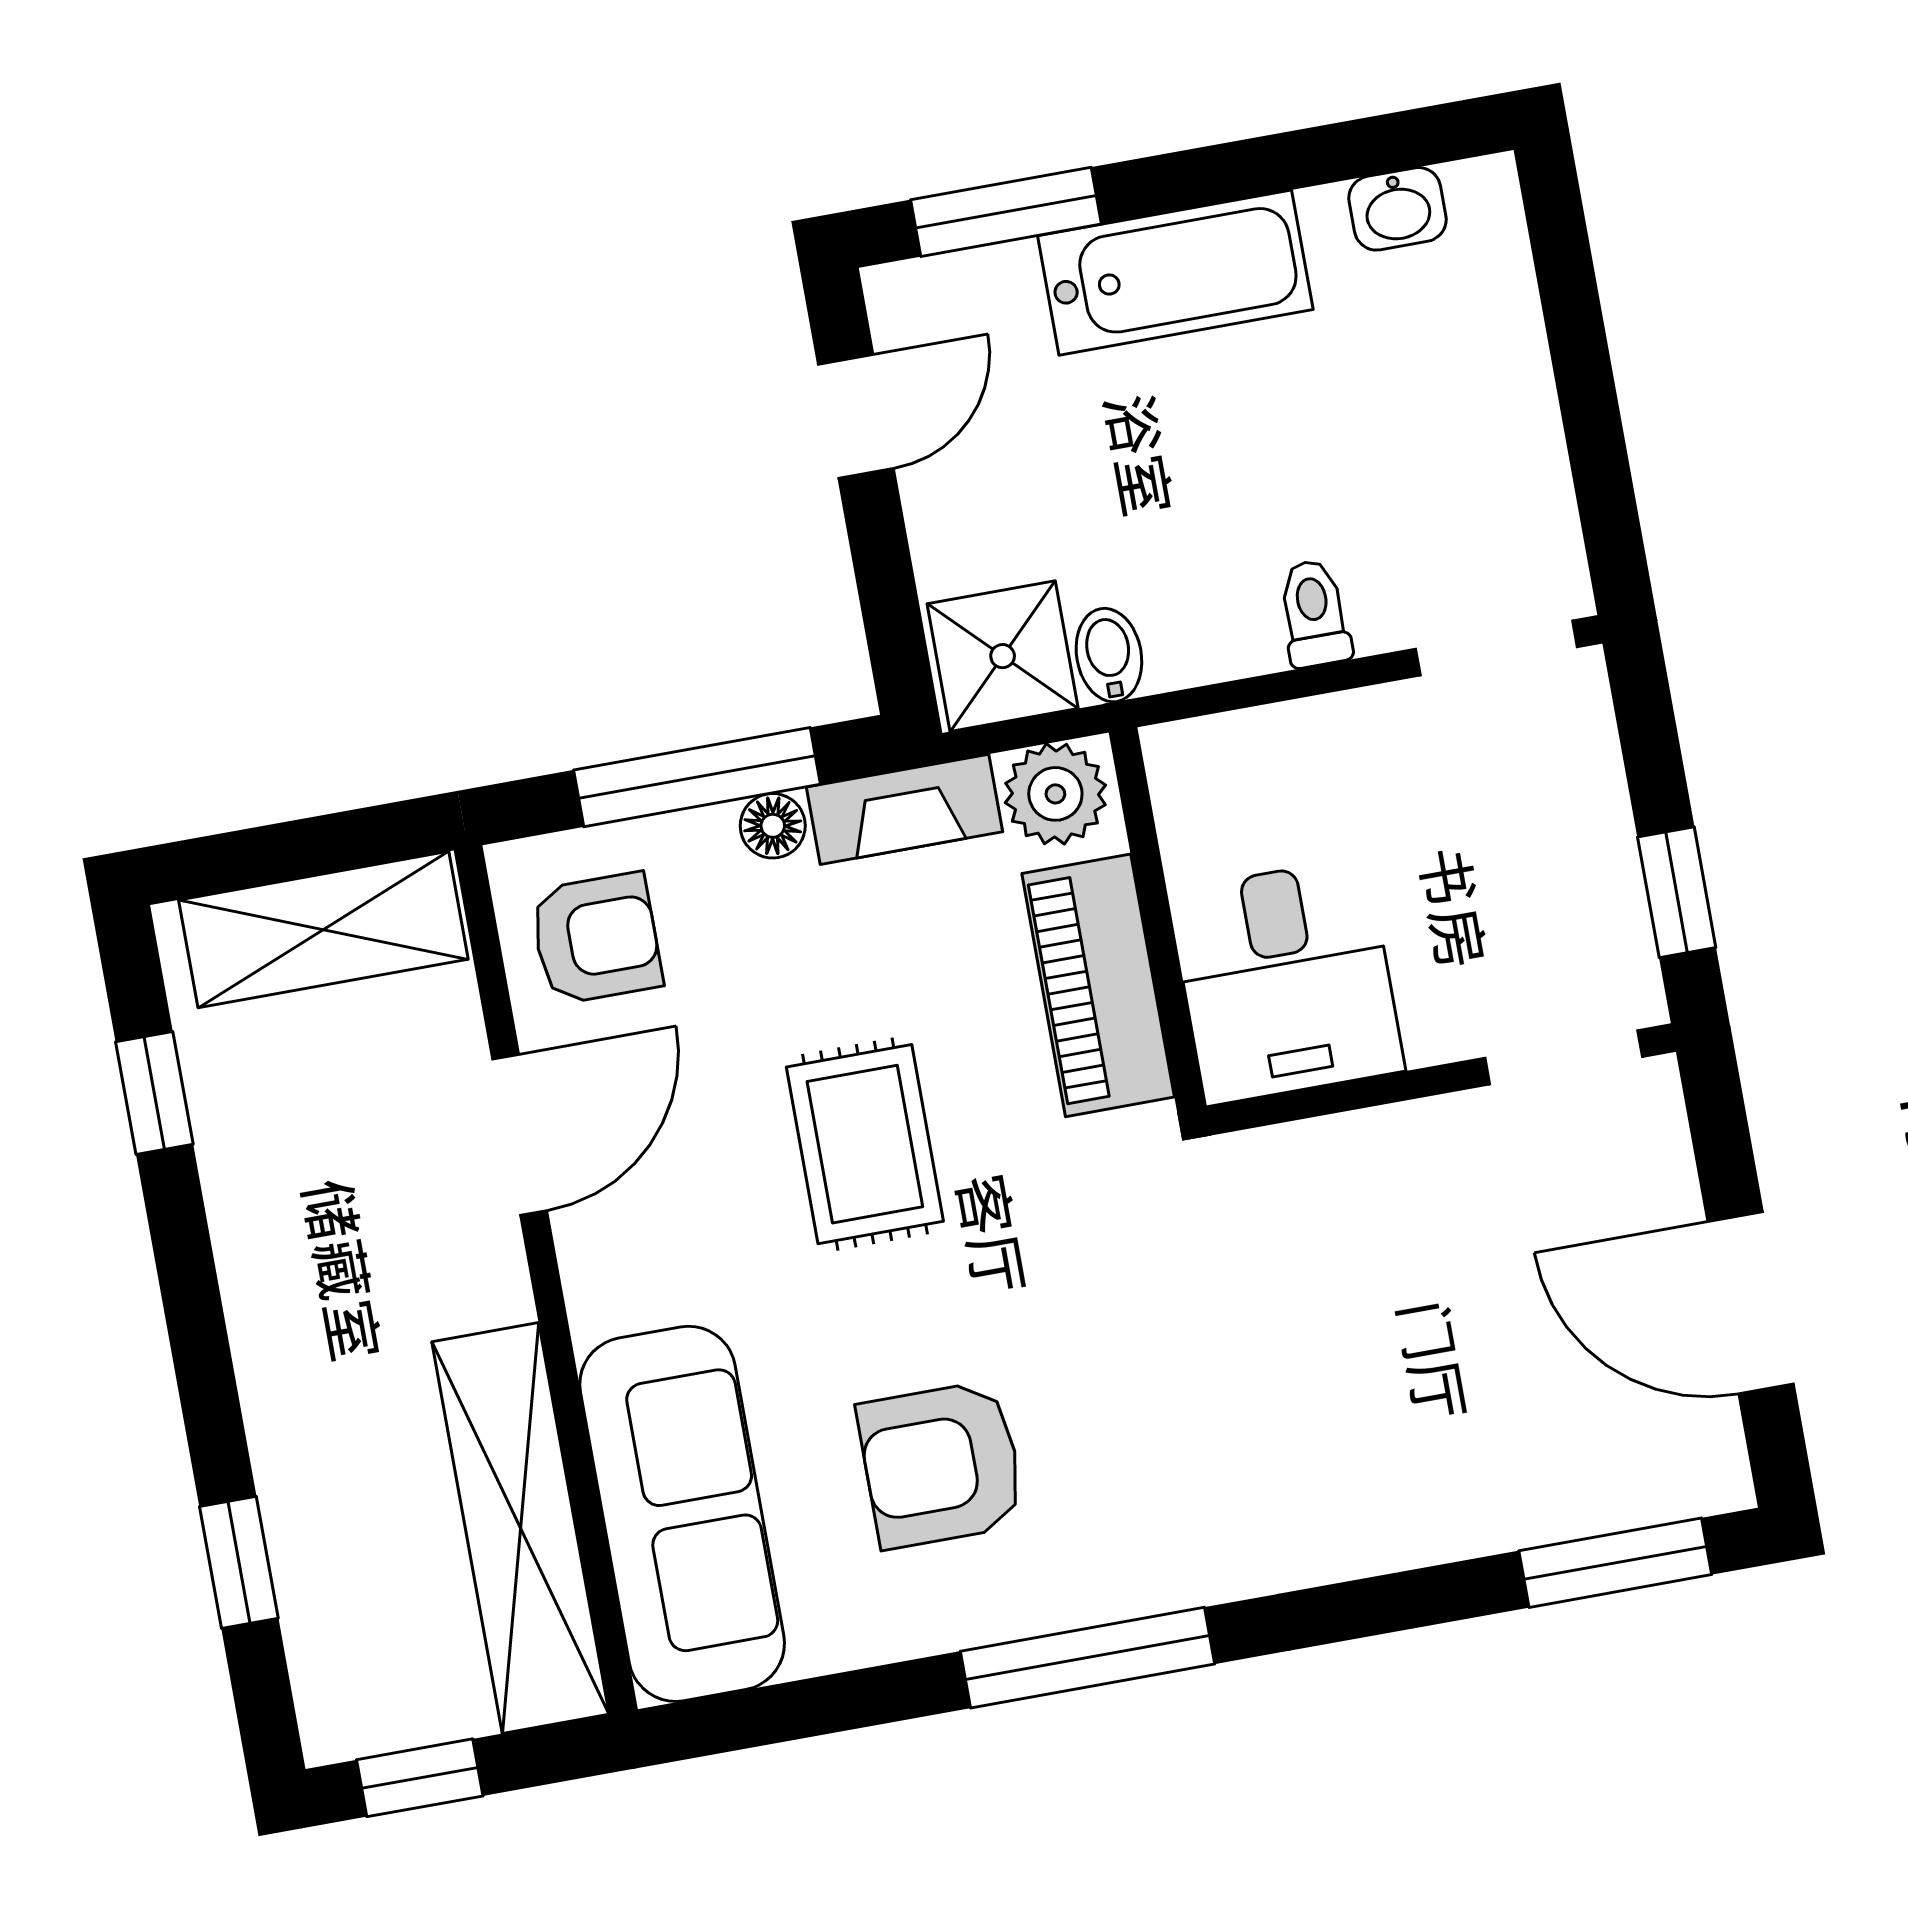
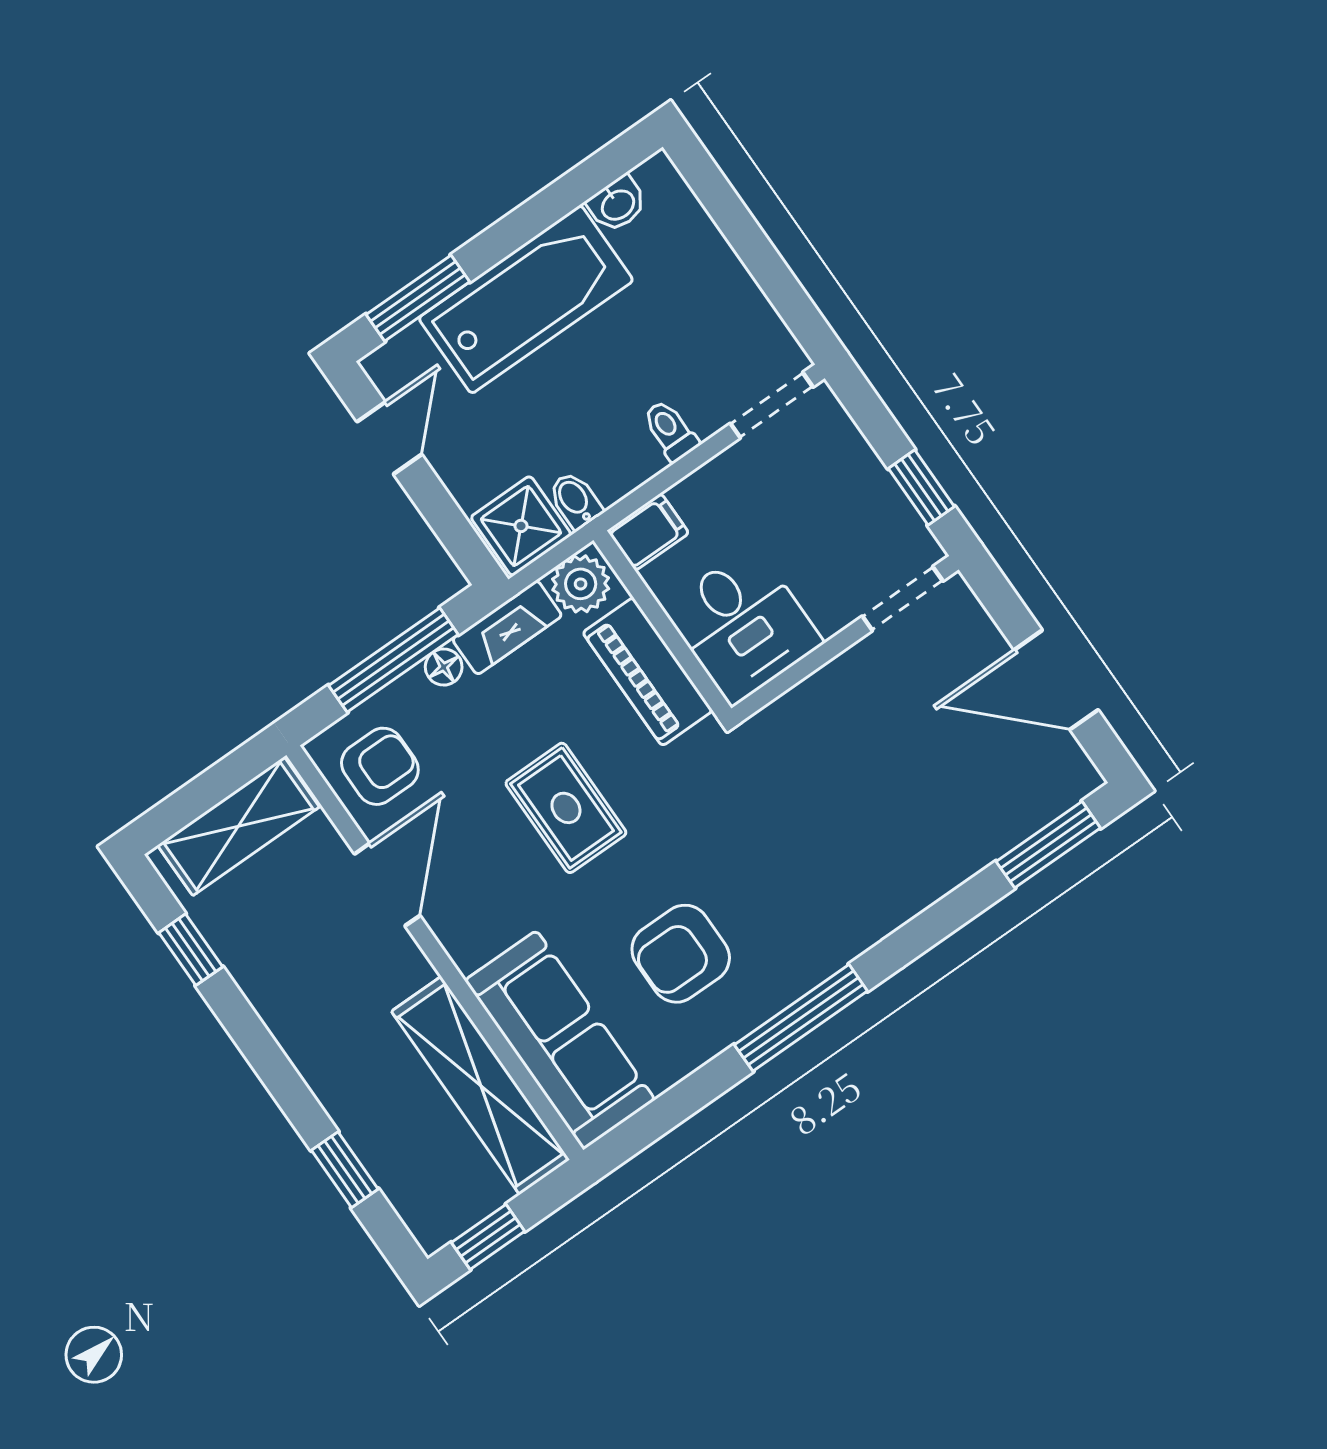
bathtub: (1175, 273) -> (526, 299), width x1.36, depth x1.36
filing cabinet: (1203, 760) -> (648, 532), added

